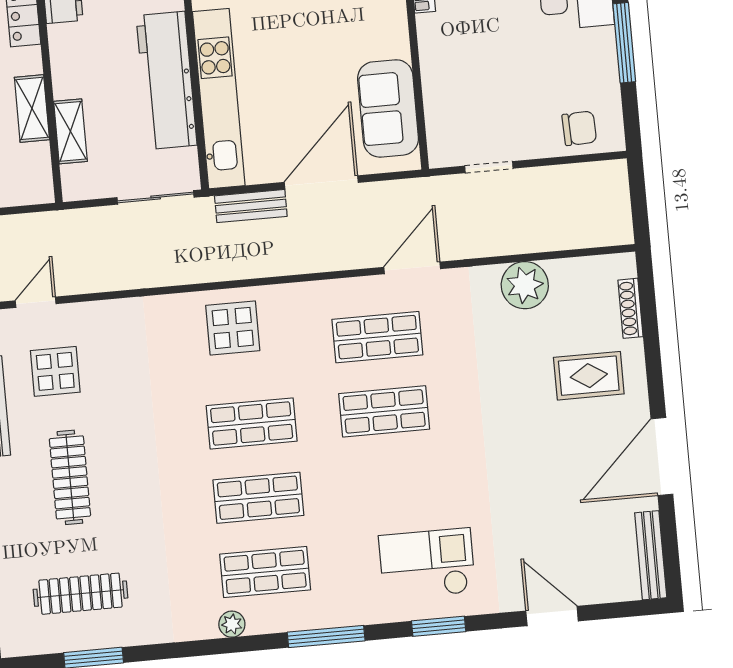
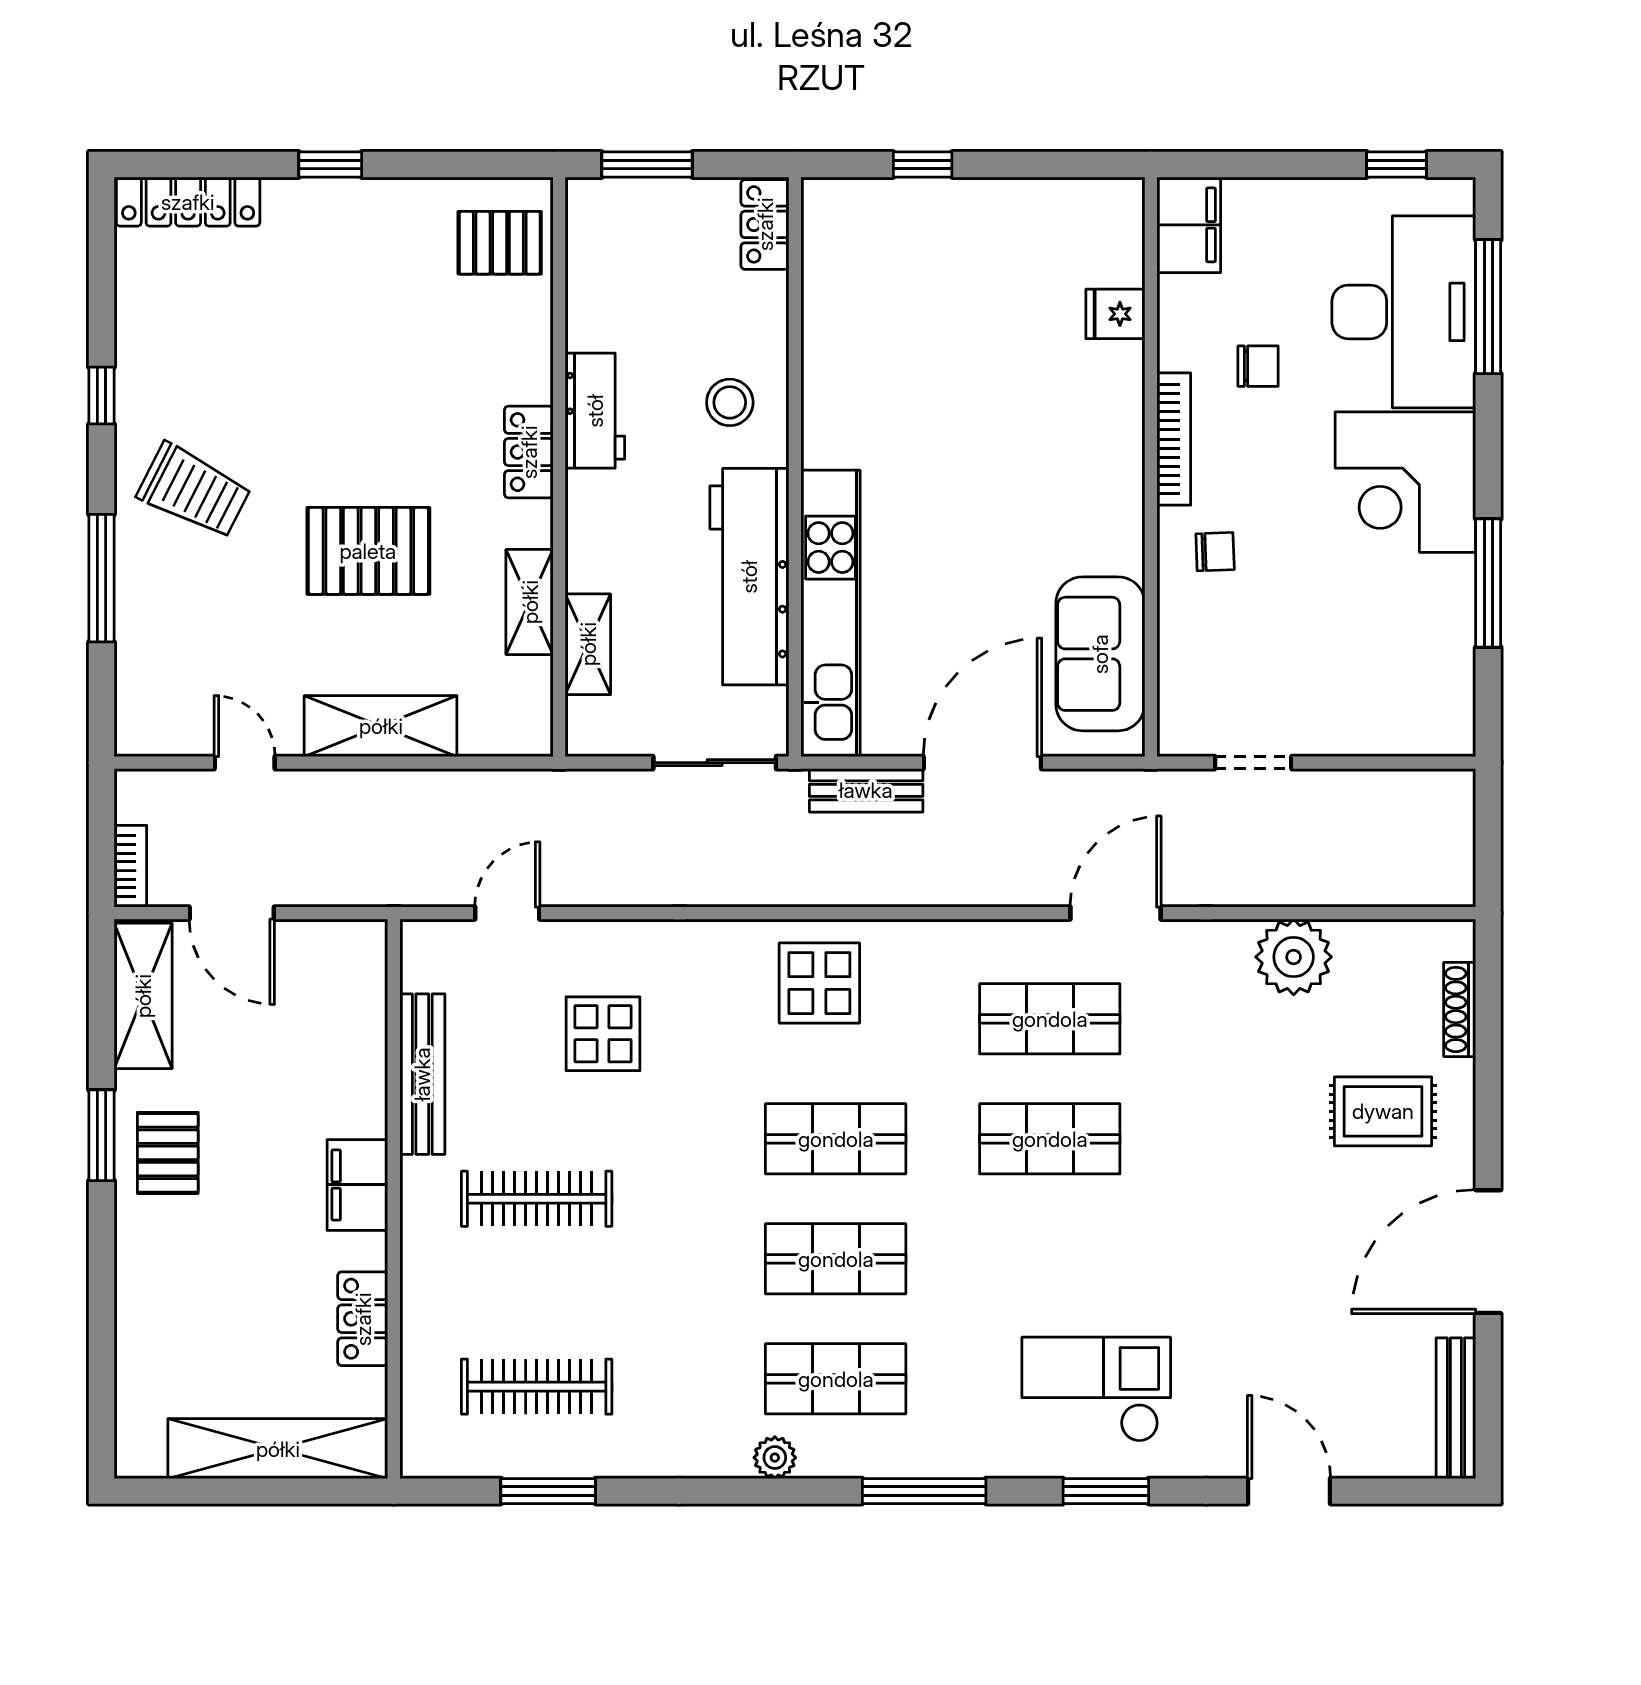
chair: (579, 128) -> (1215, 552), moved, width x0.73, depth x0.73
display table: (55, 371) -> (603, 1034), moved
clothes rail: (70, 477) -> (537, 1199), turned 90

